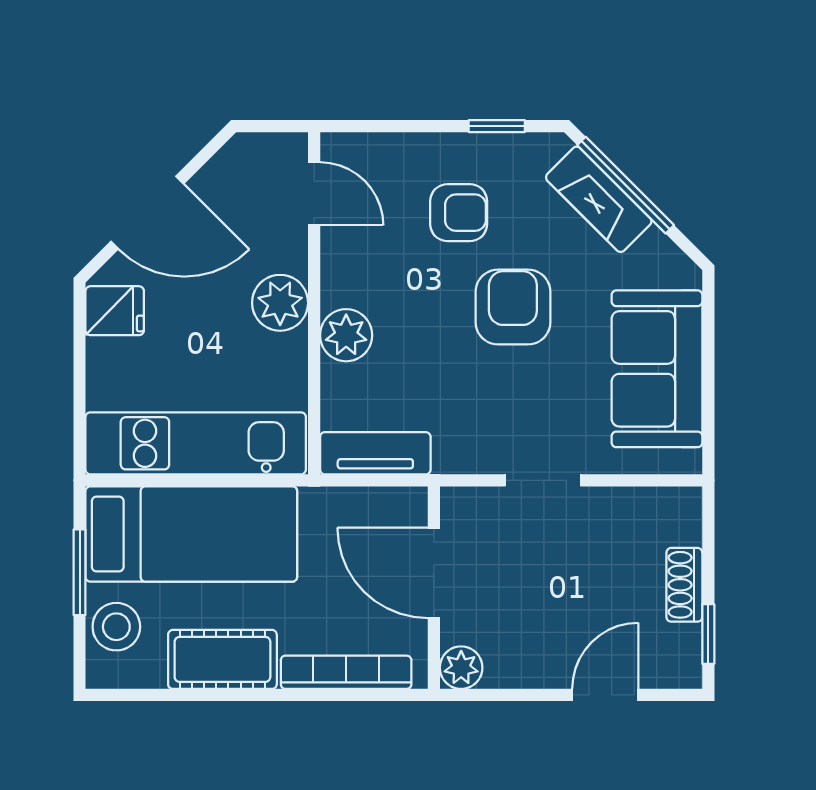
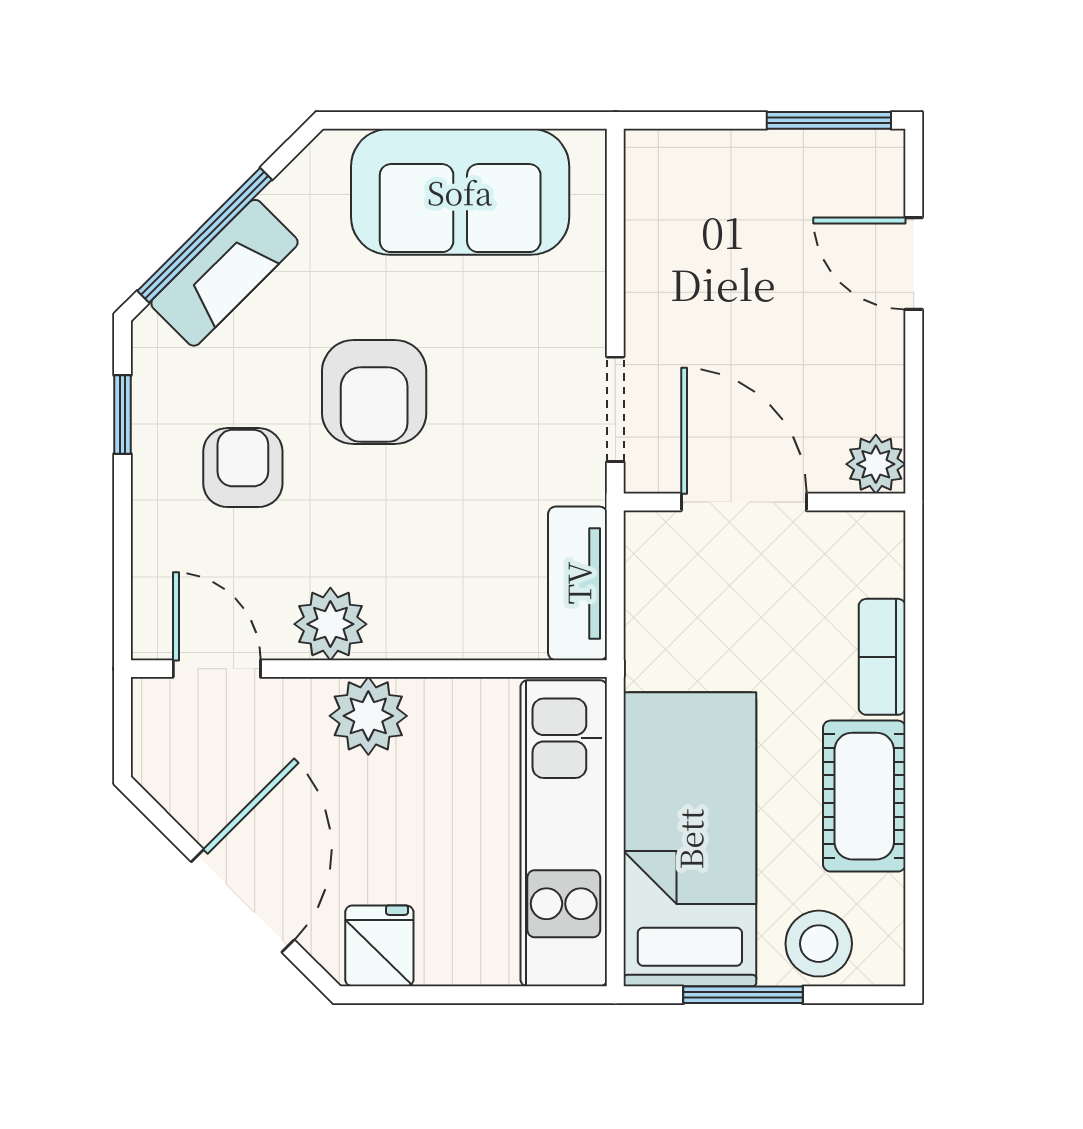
door: (314, 194) -> (217, 669), hinge flipped
armchair: (513, 307) -> (374, 392), turned -90
plant: (346, 335) -> (330, 624), moved
doorway: (543, 480) -> (615, 409), moved
door: (434, 573) -> (744, 502), swing flipped
shoe rack: (684, 585) -> (761, 154), removed
window: (708, 634) -> (829, 120), width x1.50
bookcase: (346, 672) -> (882, 657), width x0.64

